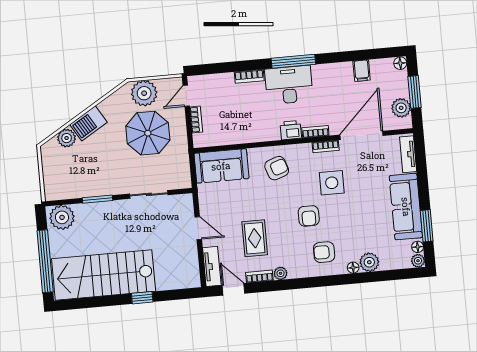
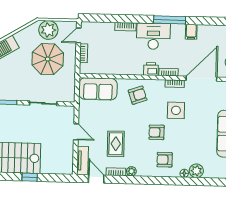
window: (293, 61) -> (170, 20), moved
filing cabinet: (362, 71) -> (191, 32), moved
armchair: (309, 216) -> (157, 132), turned 90

